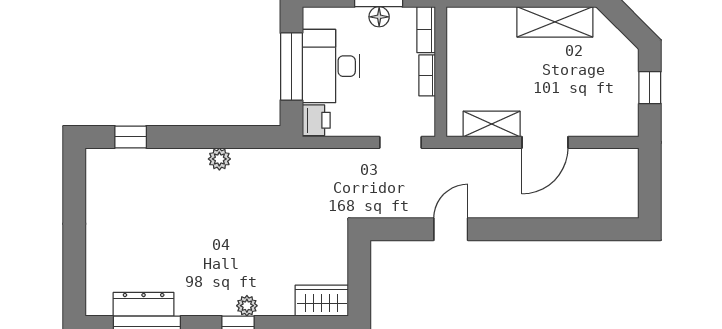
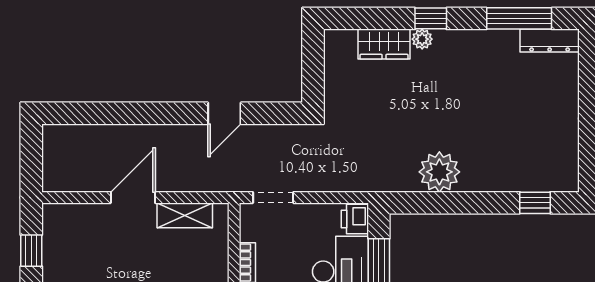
plant: (219, 159) -> (439, 172), width x1.88, depth x1.88
wardrobe: (322, 301) -> (384, 44), moved
dresser: (144, 304) -> (550, 41), moved

